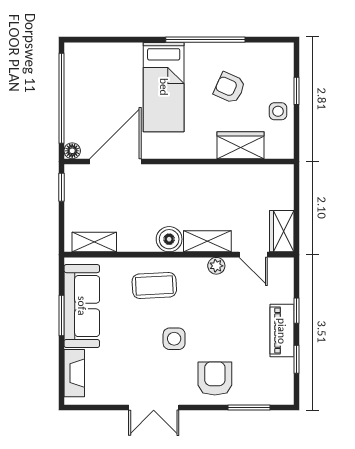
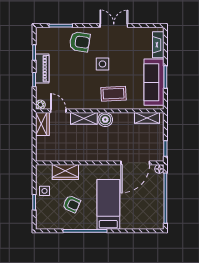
plant: (216, 266) -> (40, 105), moved
armchair: (215, 379) -> (80, 42), turned -81

